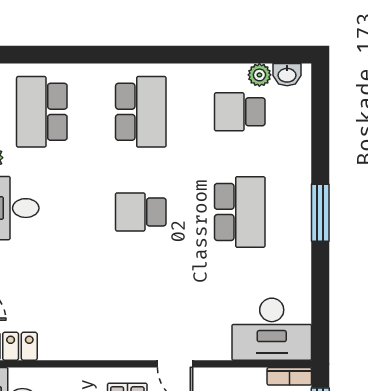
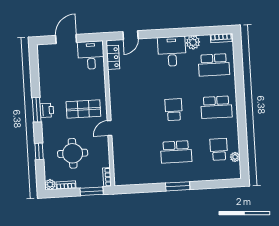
washbasin: (287, 75) -> (236, 169), removed
school desk: (42, 112) -> (214, 65), turned 180
desk: (272, 329) -> (127, 168), removed

